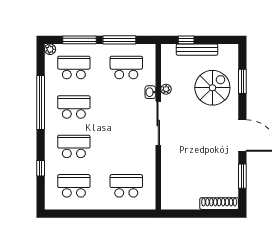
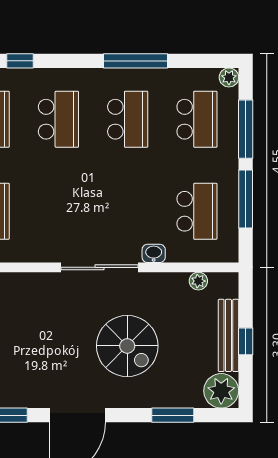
window: (186, 40) -> (246, 341), moved
plant: (229, 54) -> (221, 391), added
spiral stairs: (212, 88) -> (127, 346), moved
plant: (166, 89) -> (198, 281), moved
window: (41, 102) -> (136, 61), width x0.68

